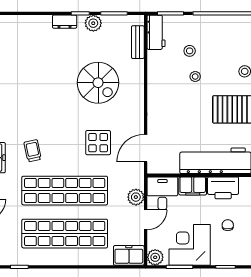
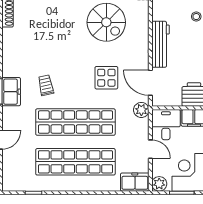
workbench: (157, 107) -> (160, 44), added
door: (146, 148) -> (150, 83), hinge flipped
plant: (136, 197) -> (141, 110), moved
door: (146, 220) -> (150, 149), hinge flipped

